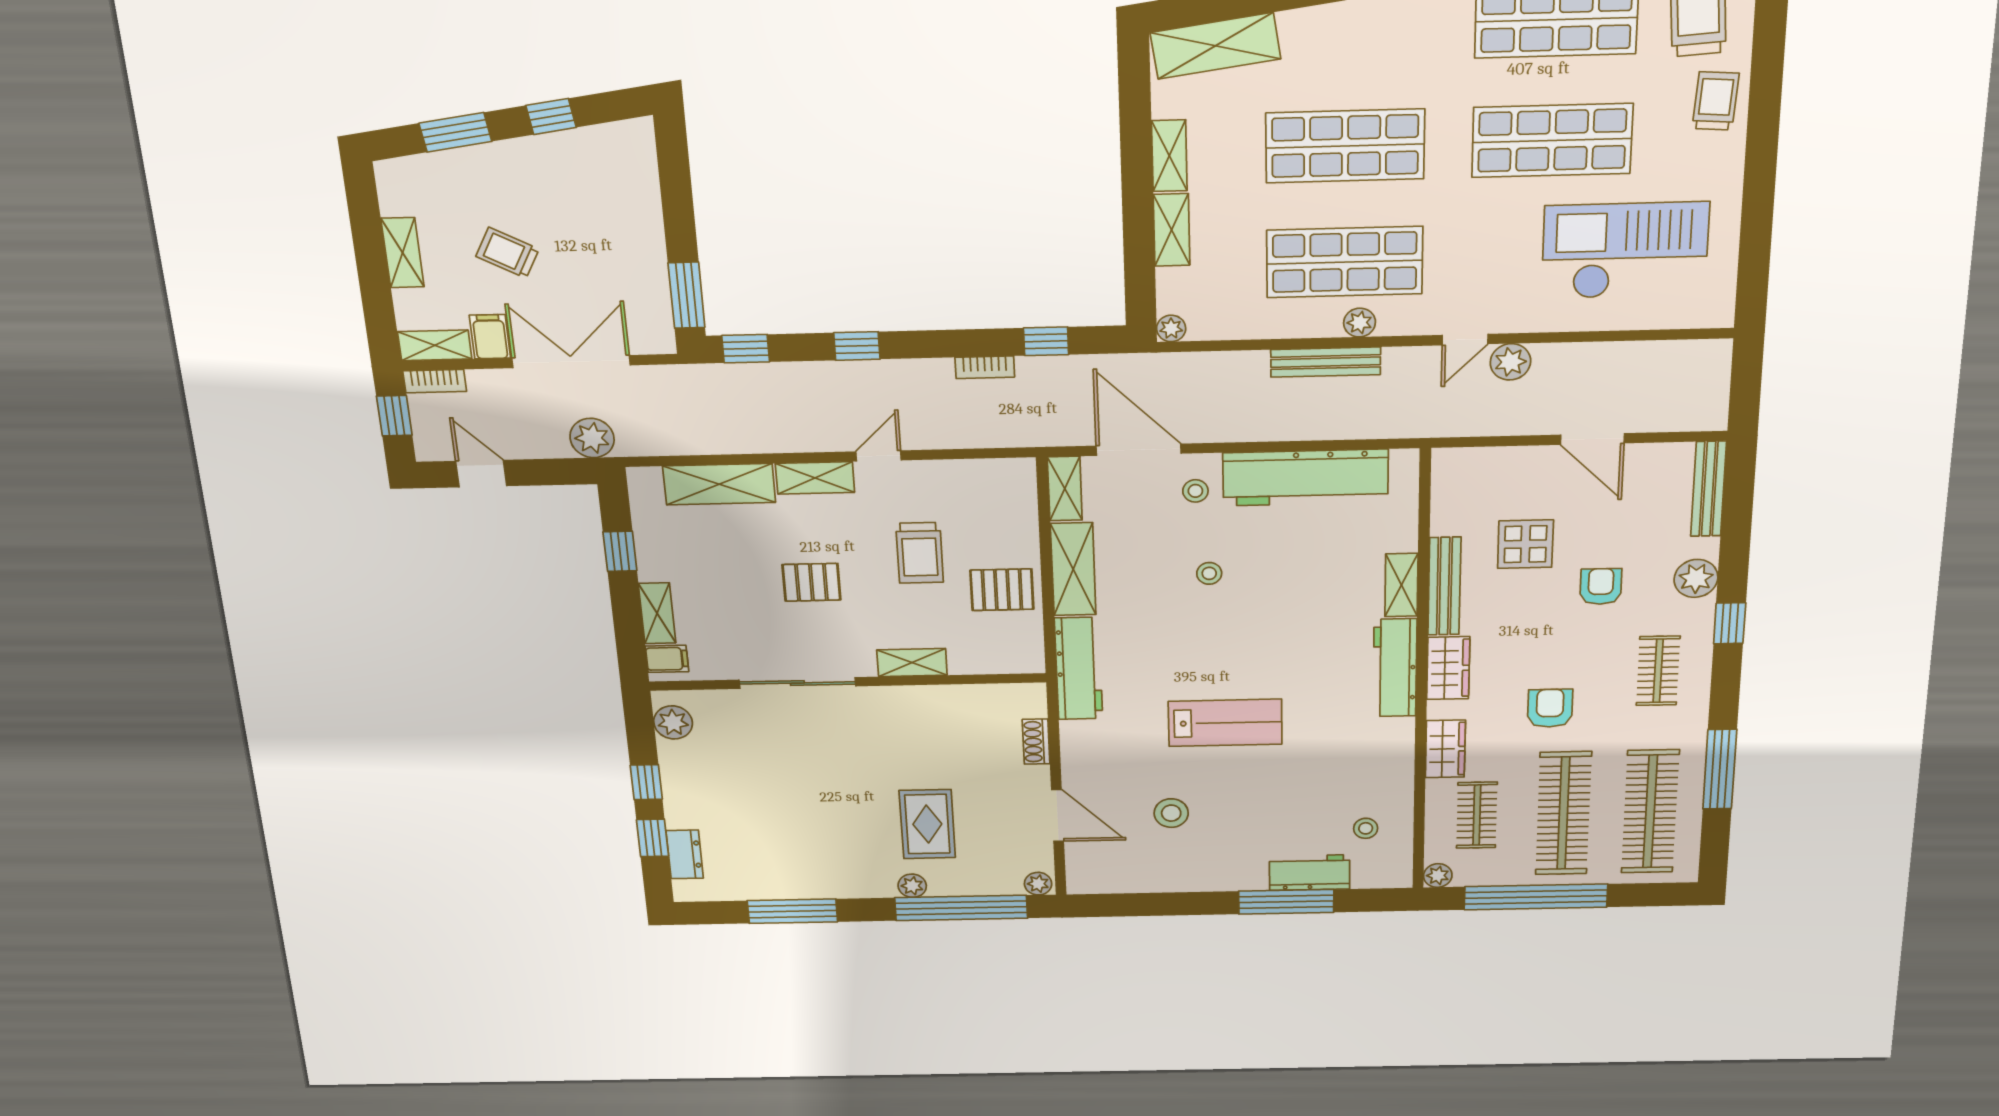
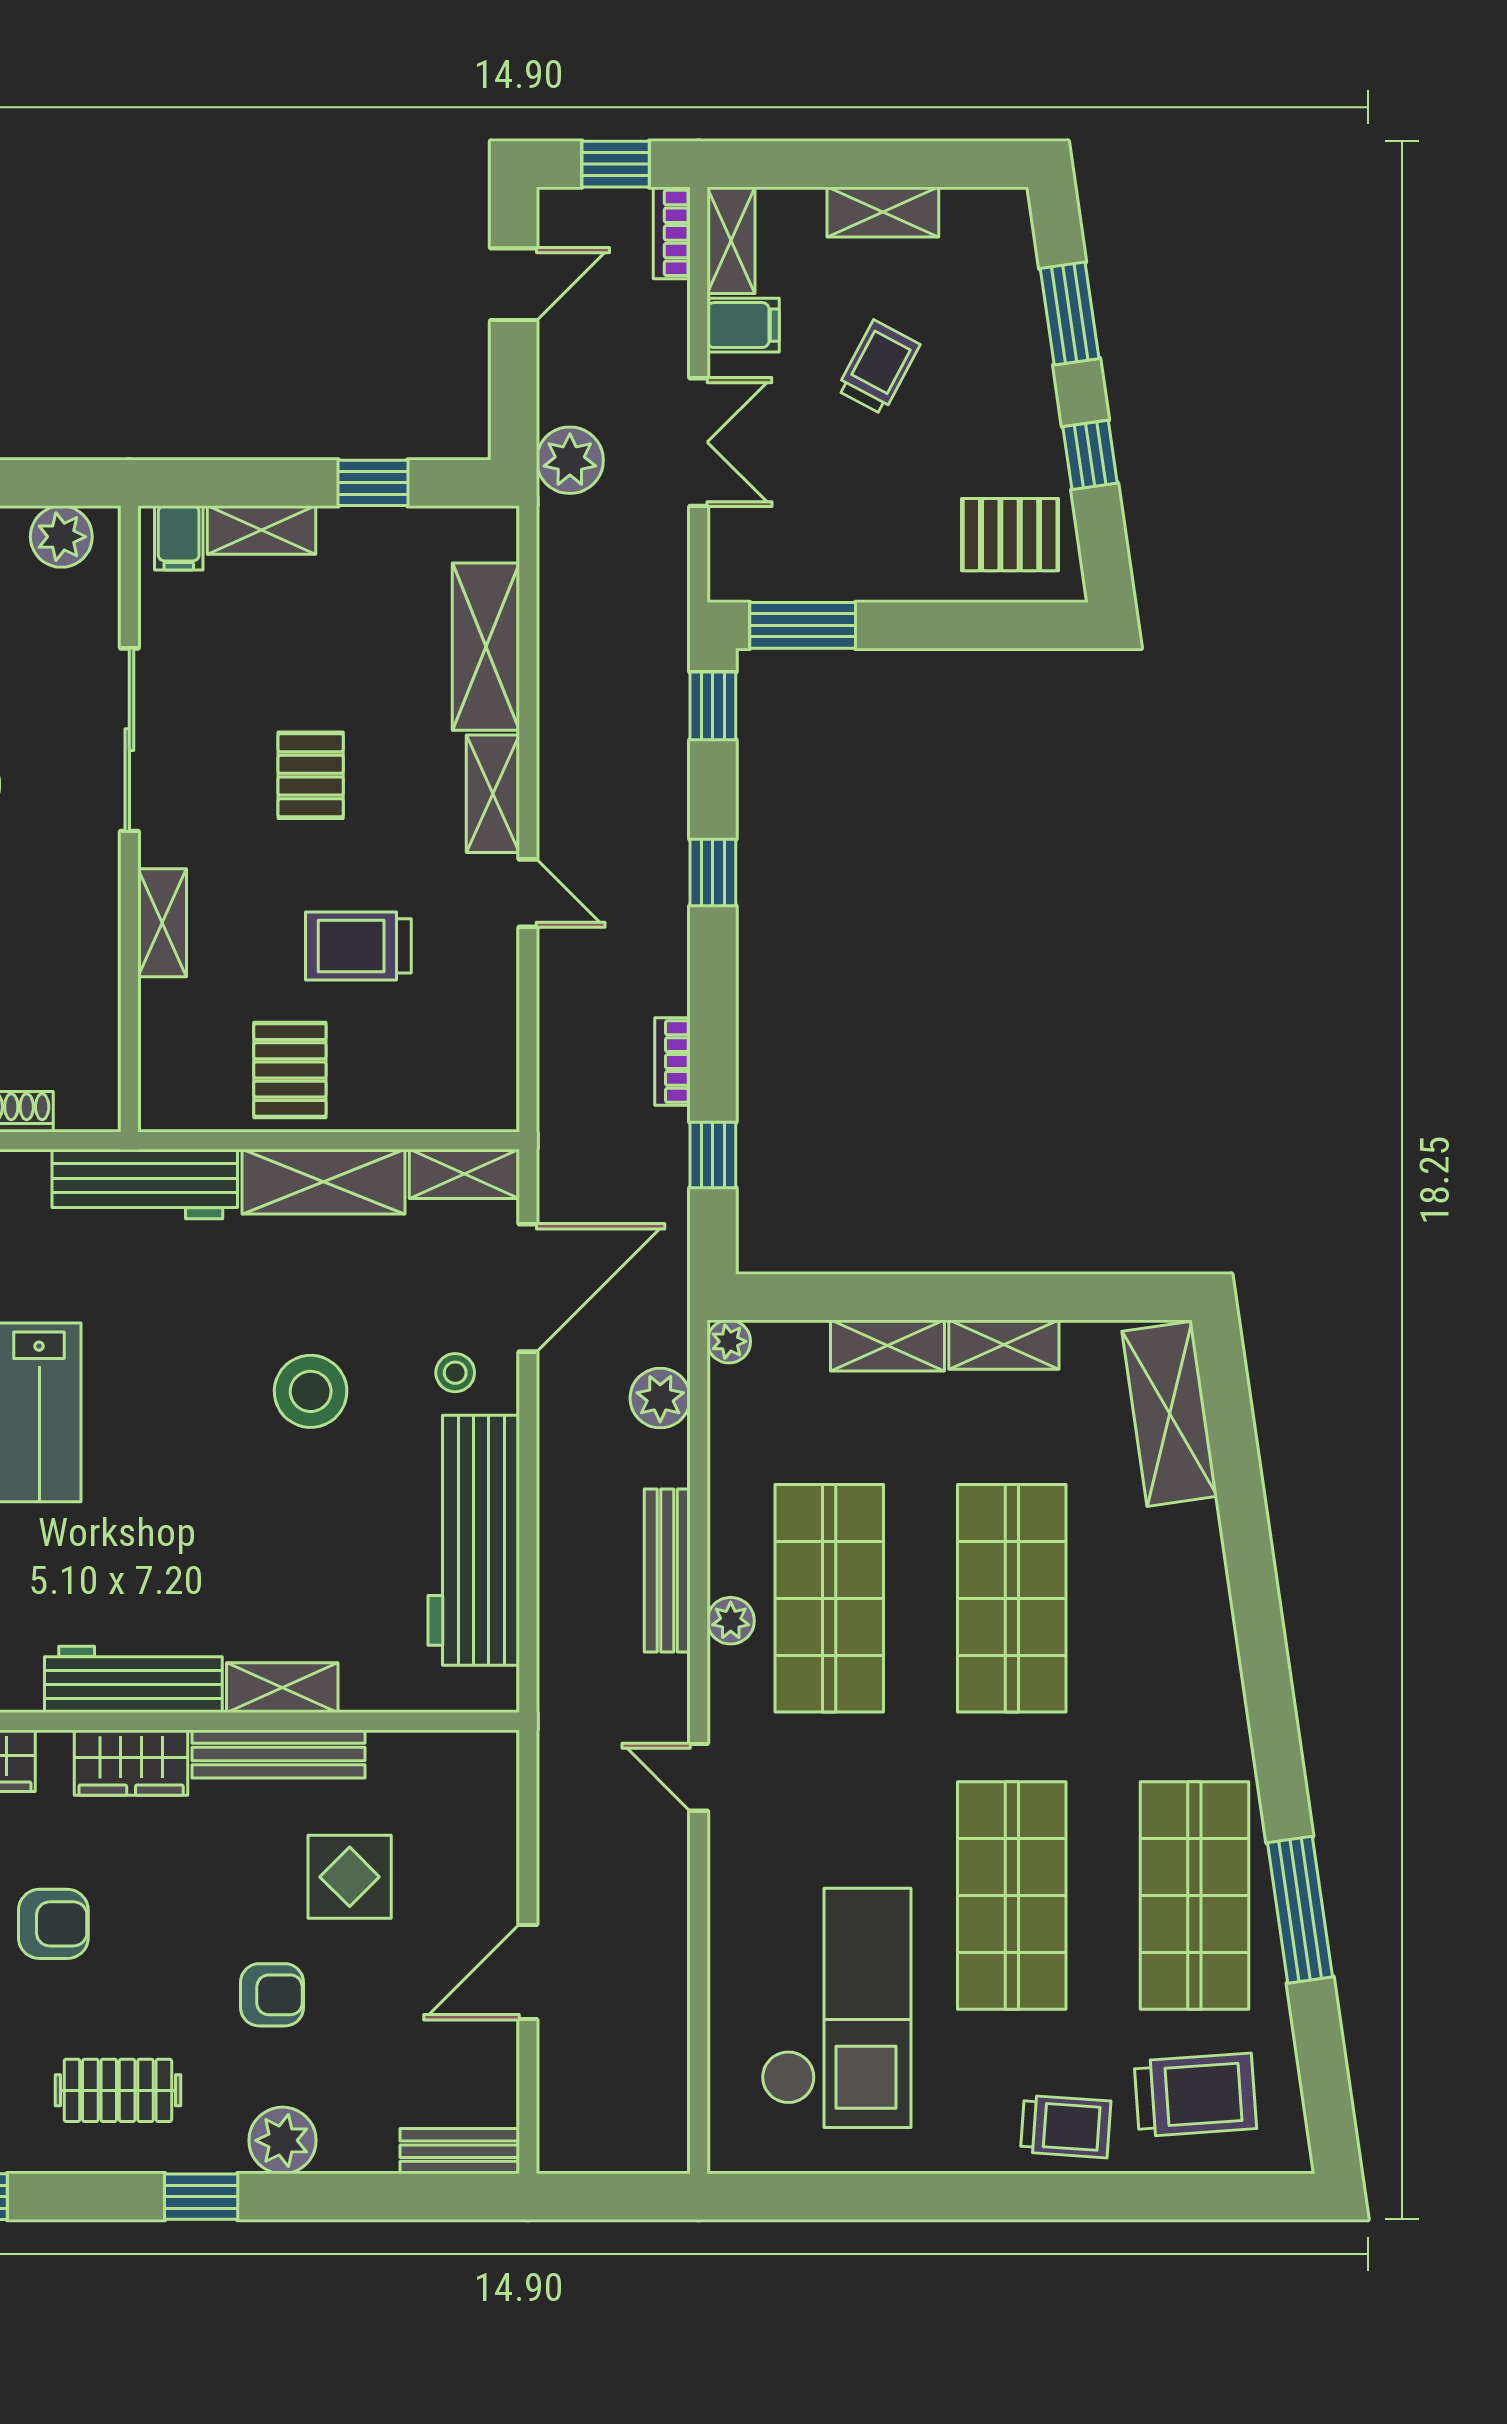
pallet: (611, 167) -> (1010, 535), added
double door: (571, 362) -> (699, 442), width x0.73
plant: (1510, 362) -> (660, 1398), moved
bench: (1709, 489) -> (460, 2151), width x0.73
stool: (1209, 573) -> (311, 1391), width x1.89, depth x1.89

